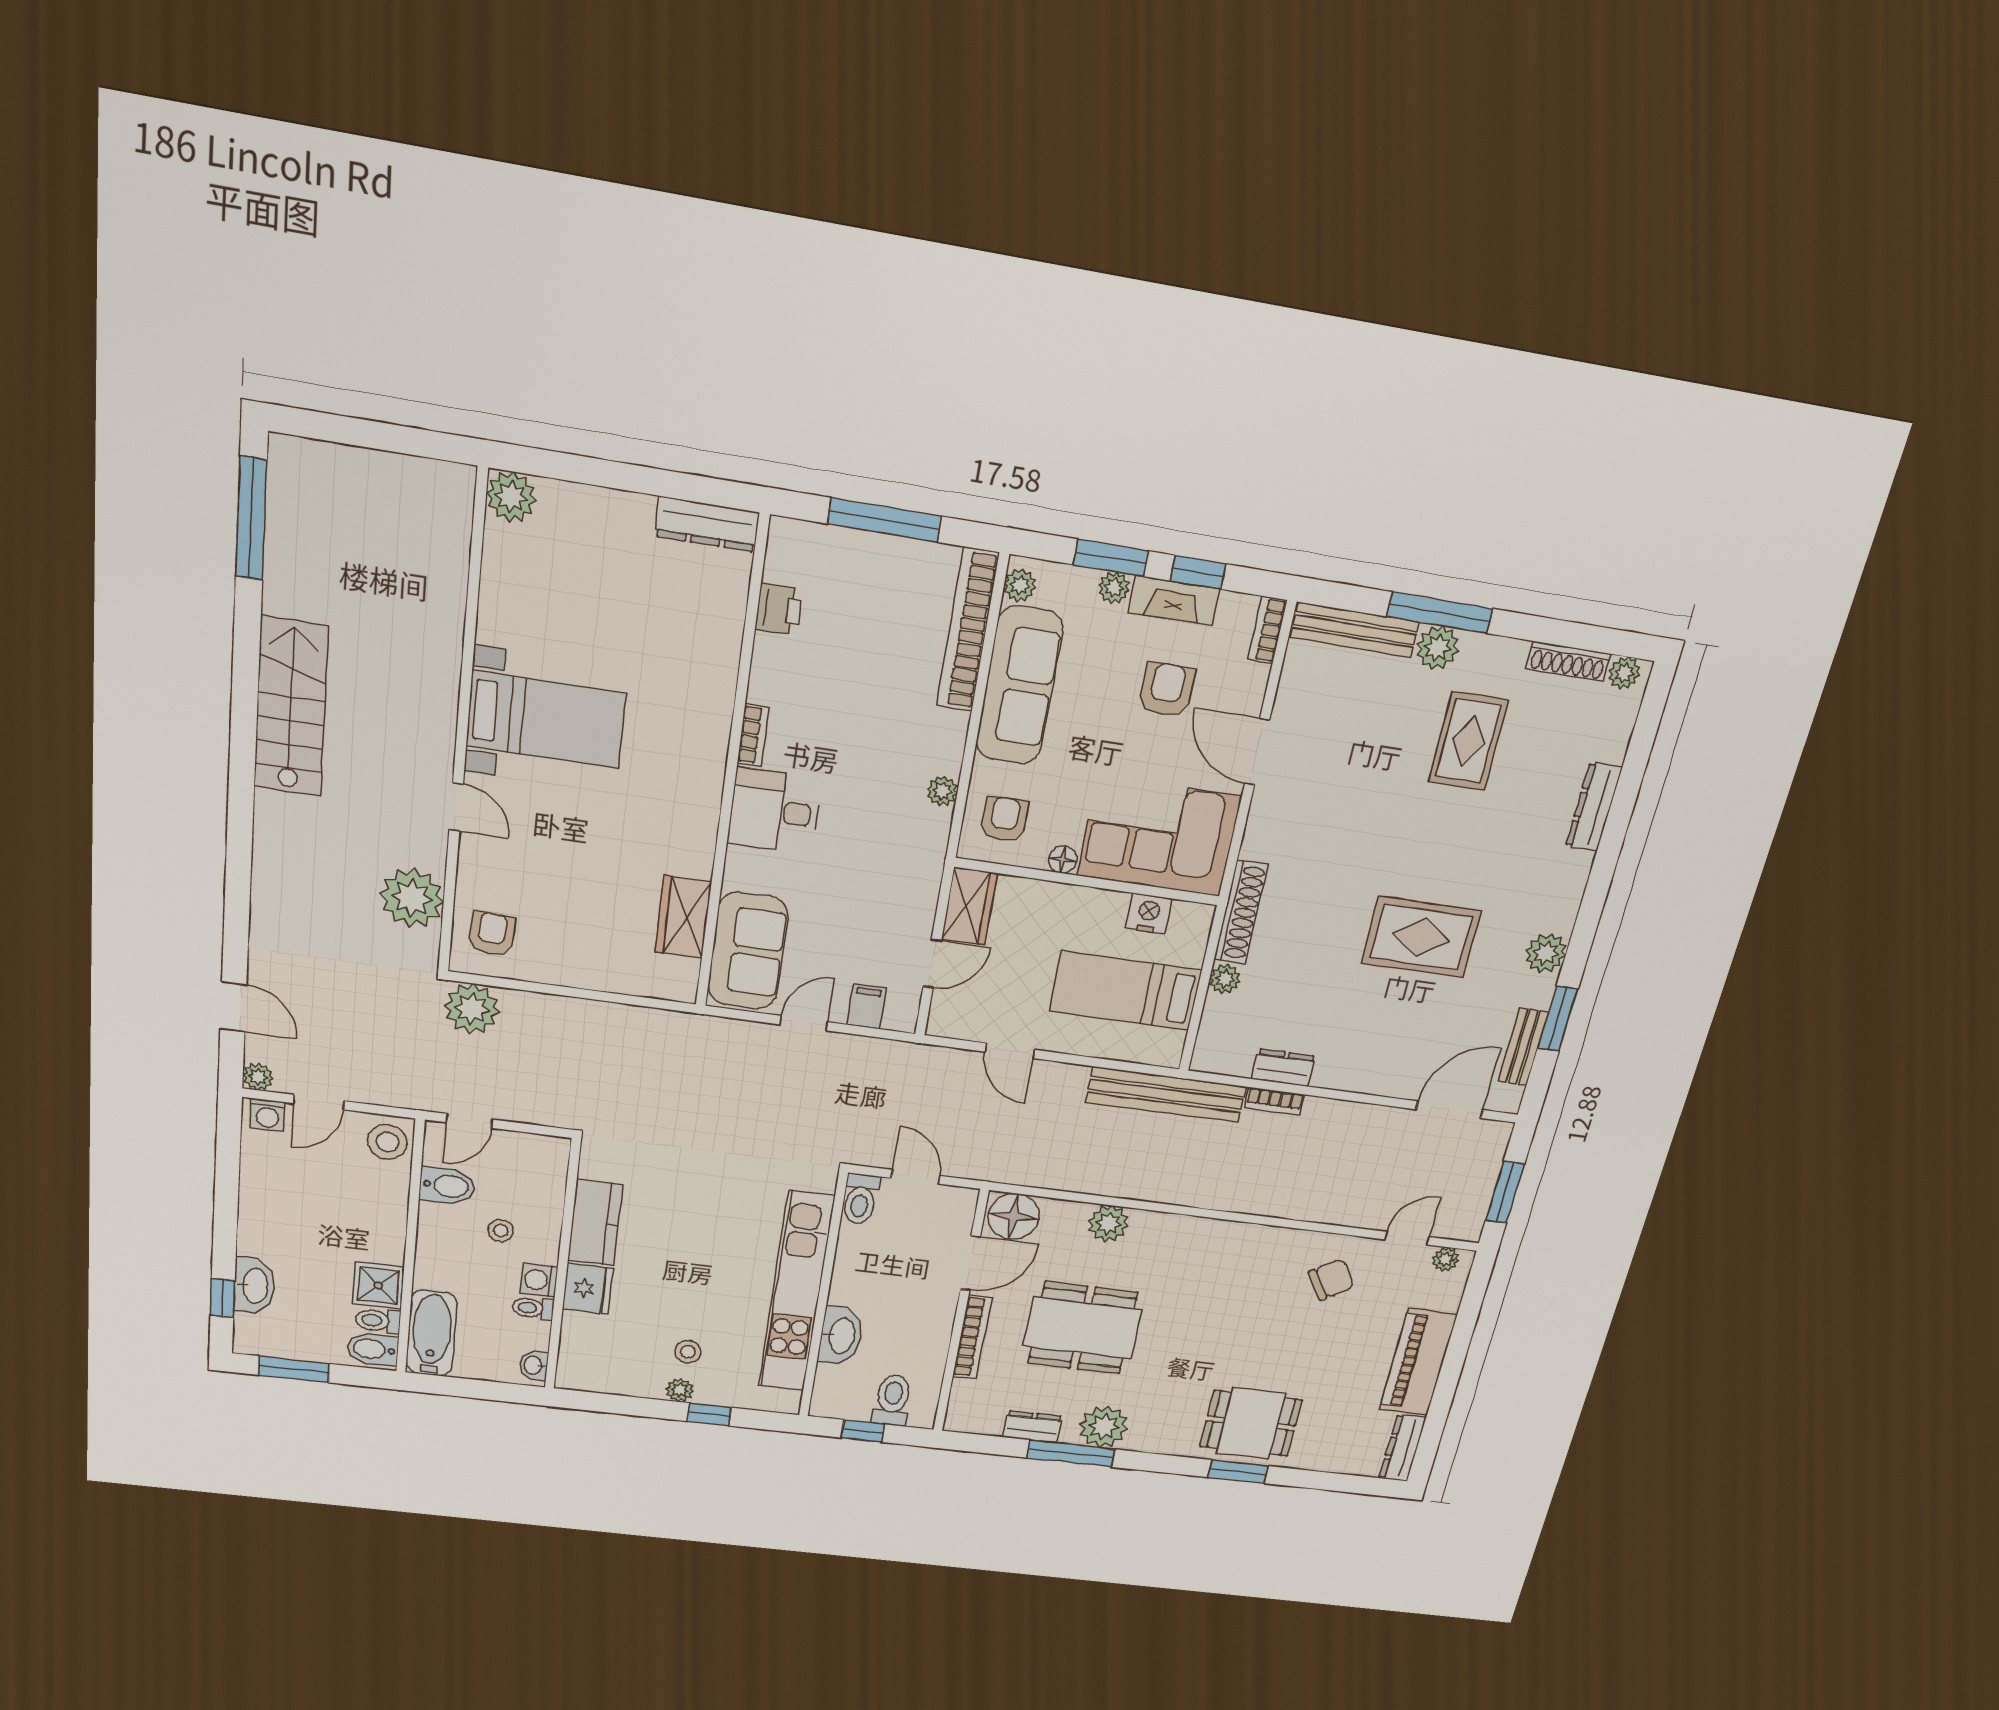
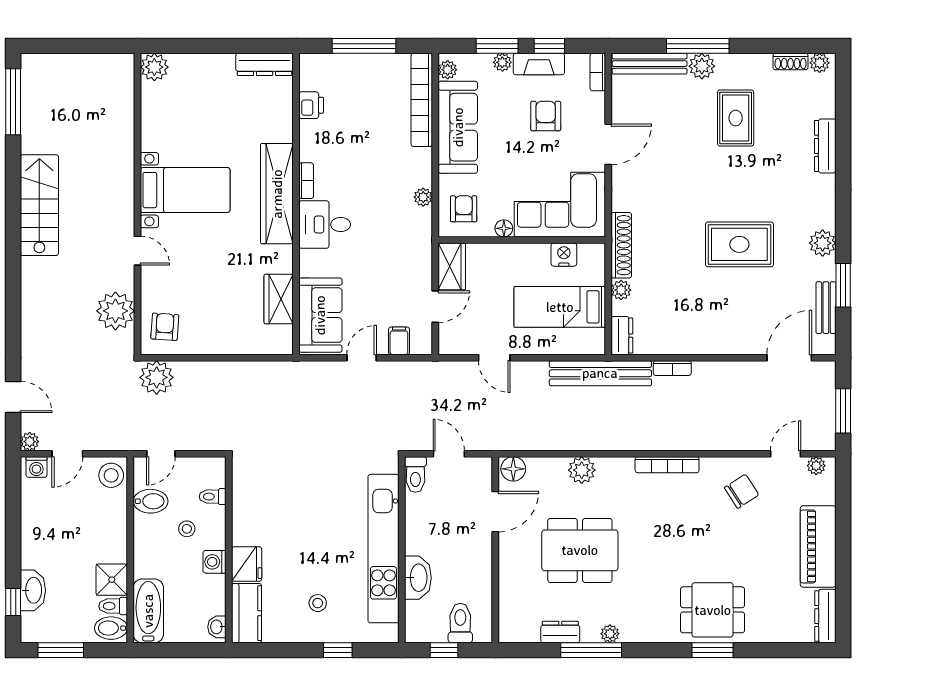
shoe rack: (1568, 661) -> (791, 62), width x0.70
wardrobe: (701, 749) -> (277, 194), added
door: (1257, 752) -> (608, 144), swing flipped
dresser: (1283, 1067) -> (622, 336), moved, turned 90
floor lamp: (1014, 1216) -> (513, 469), width x0.73, depth x0.73
kitchen counter: (595, 1223) -> (247, 613), moved
toilet: (533, 1308) -> (213, 497), moved
bookcase: (972, 1337) -> (667, 465), moved, turned 90
plant: (680, 1390) -> (316, 634), removed
plant: (1104, 1427) -> (610, 634), width x0.53, depth x0.53

